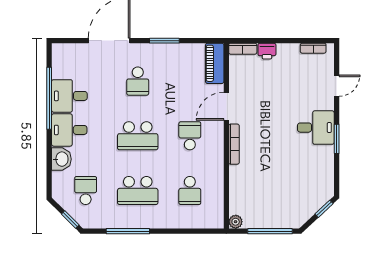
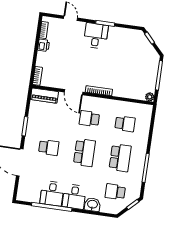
printer: (267, 51) -> (44, 45), moved

